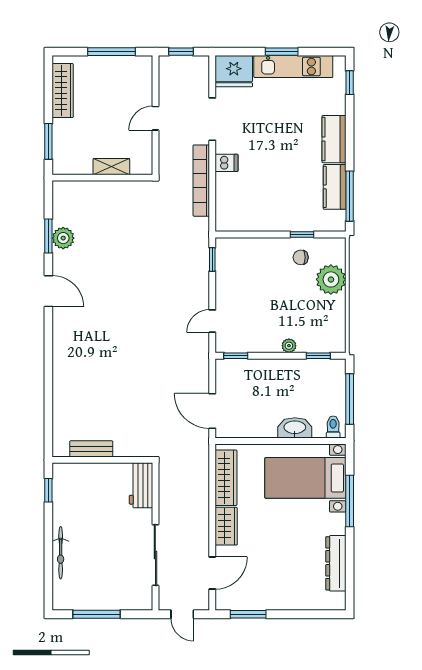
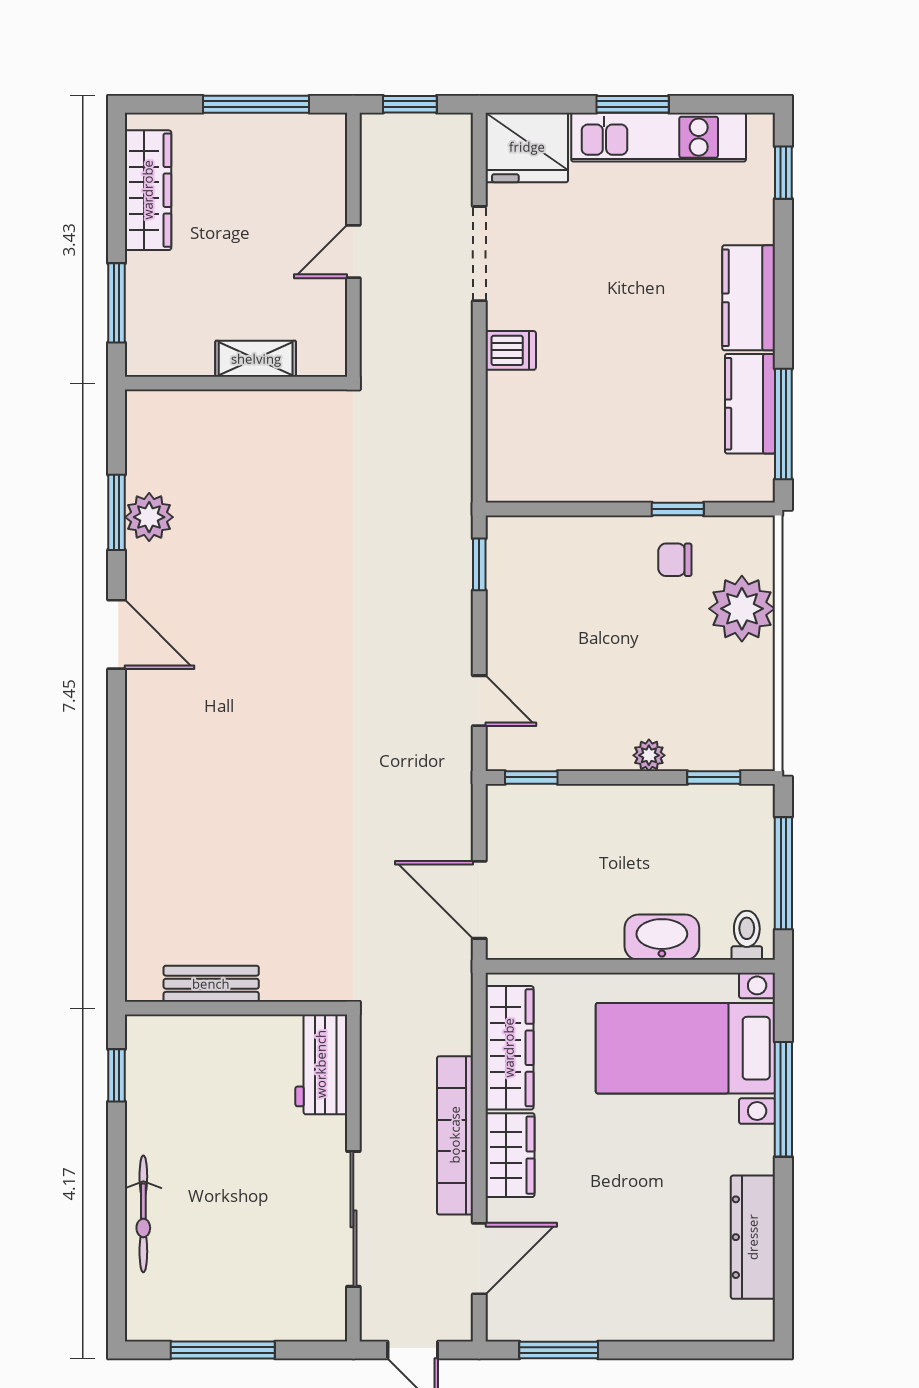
bookcase: (201, 181) -> (455, 1135), moved
door: (212, 321) -> (479, 701), swing flipped

